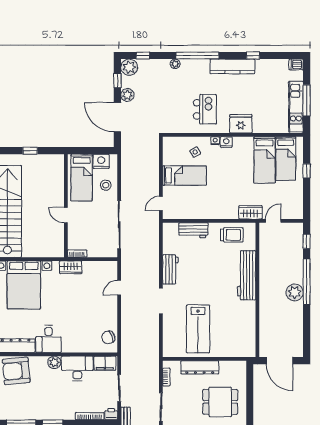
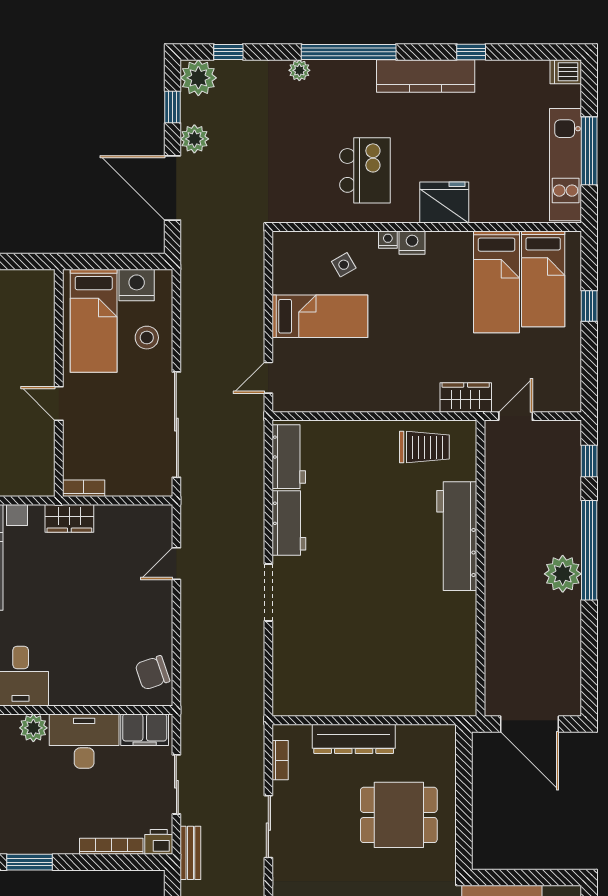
workbench: (193, 230) -> (289, 457), moved, turned -90
lab bench: (198, 329) -> (350, 654), removed

